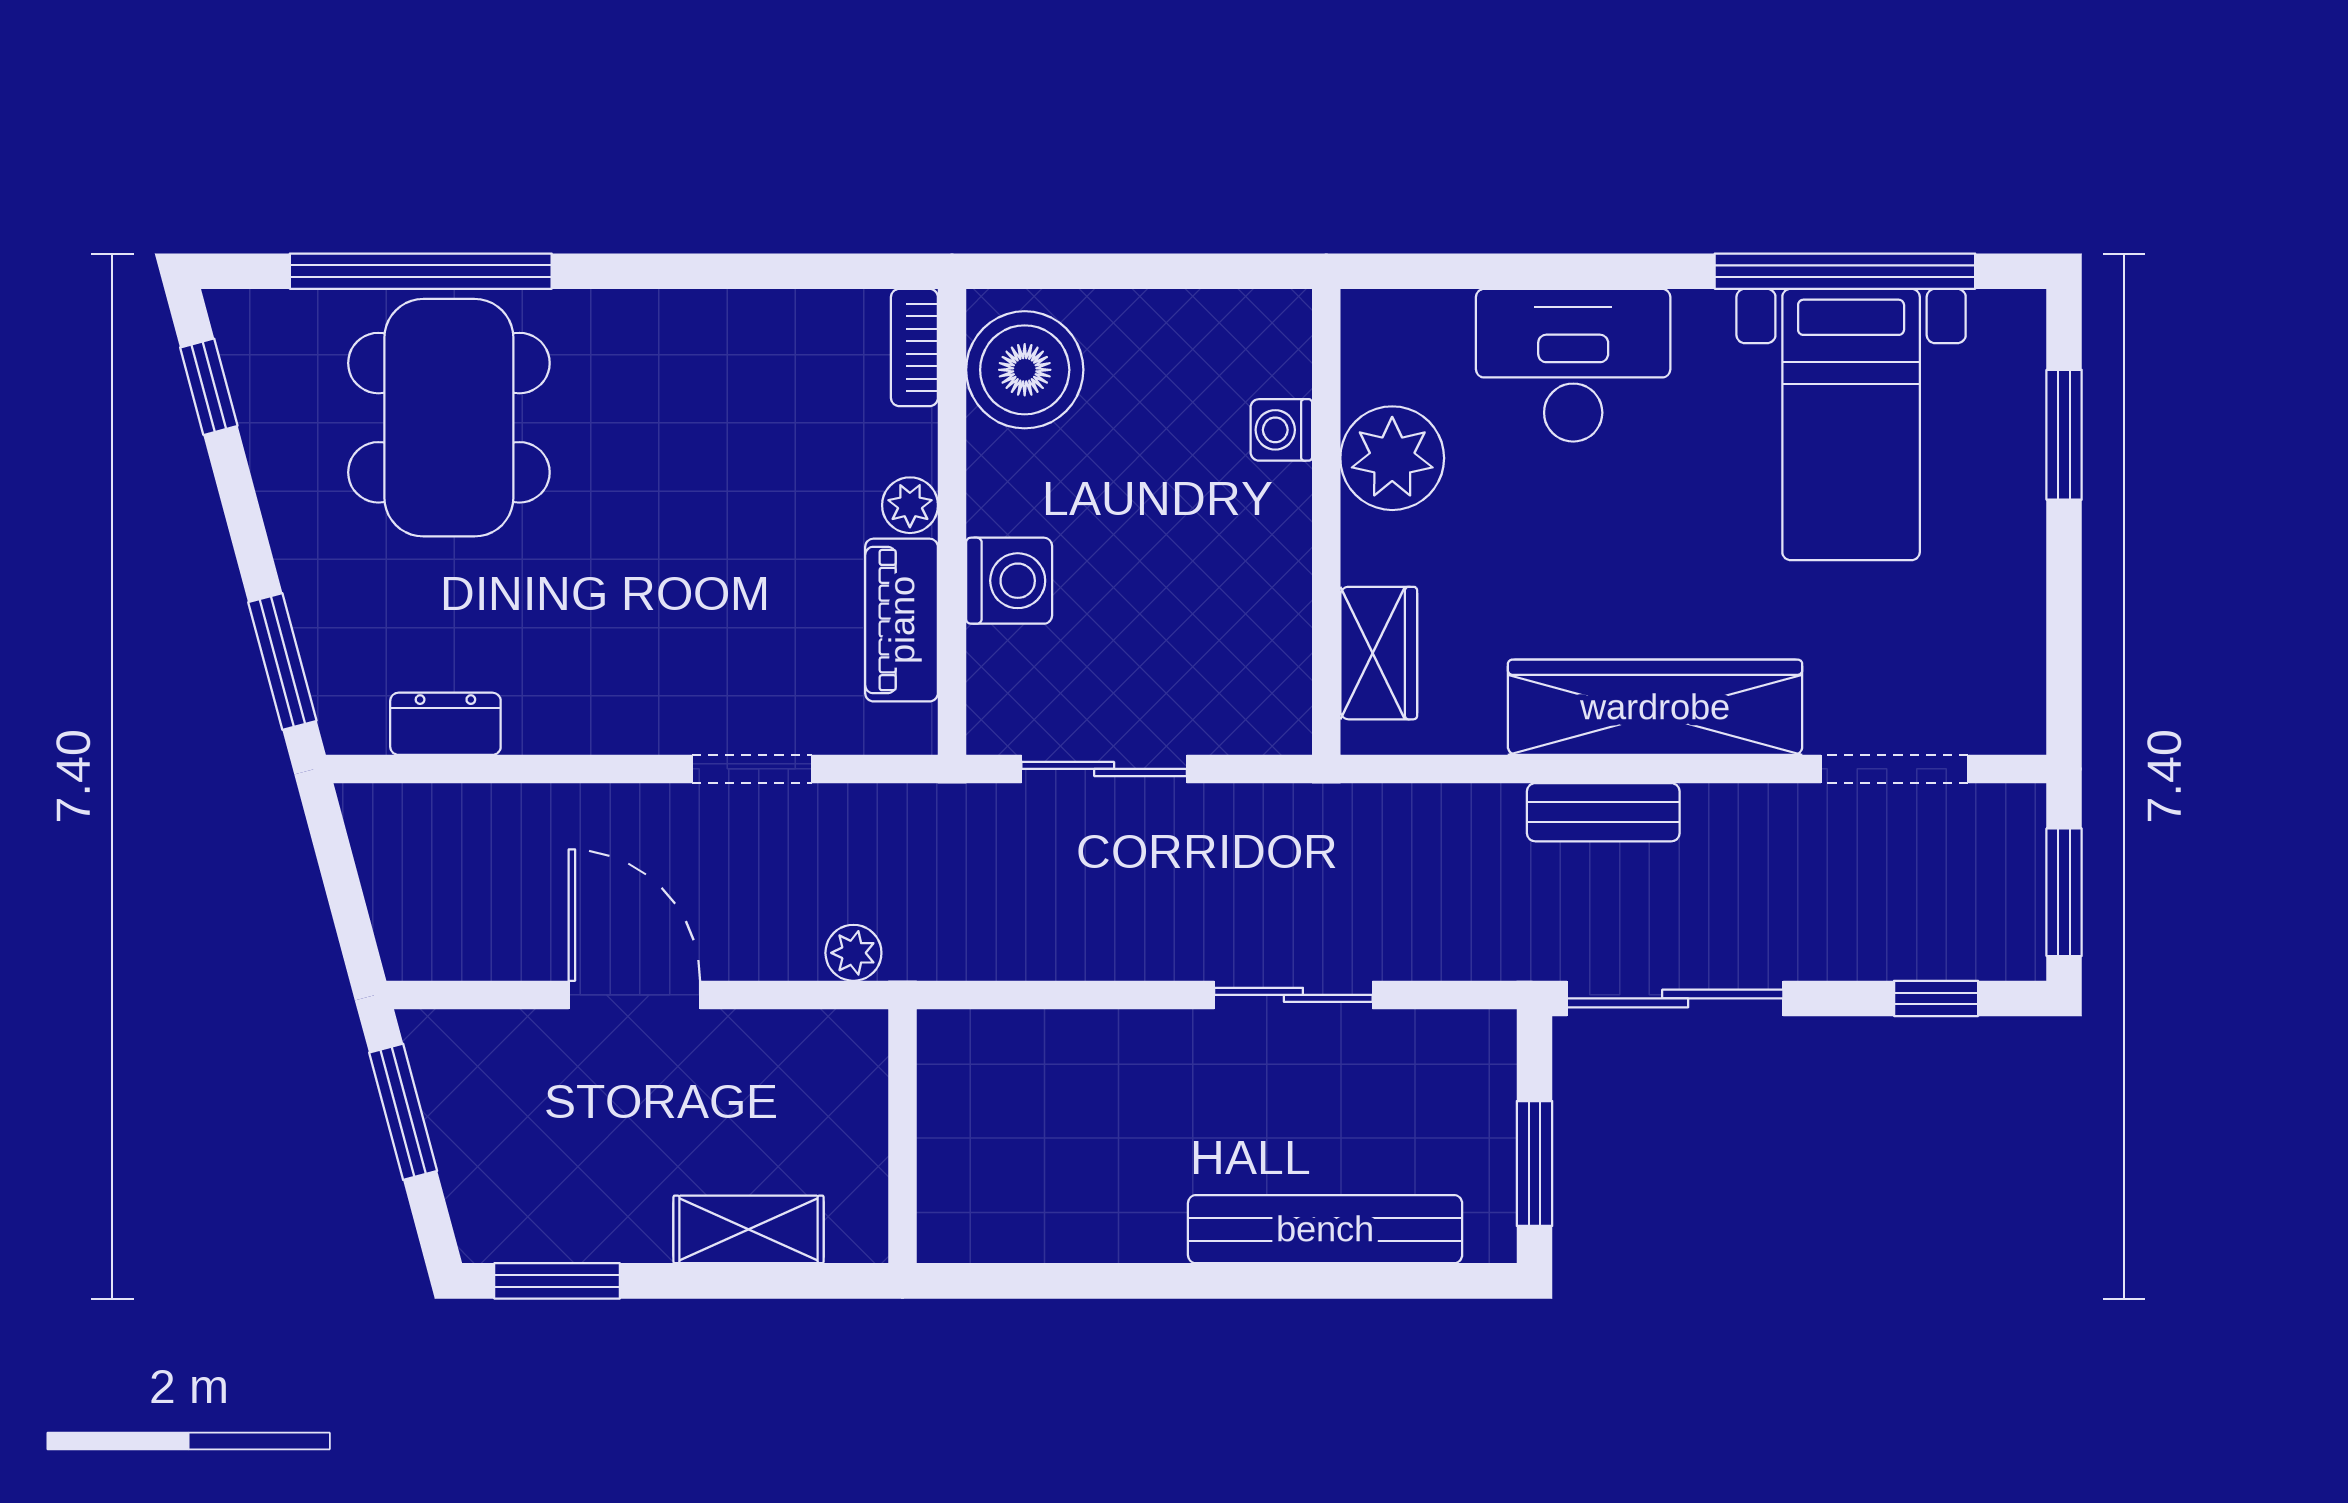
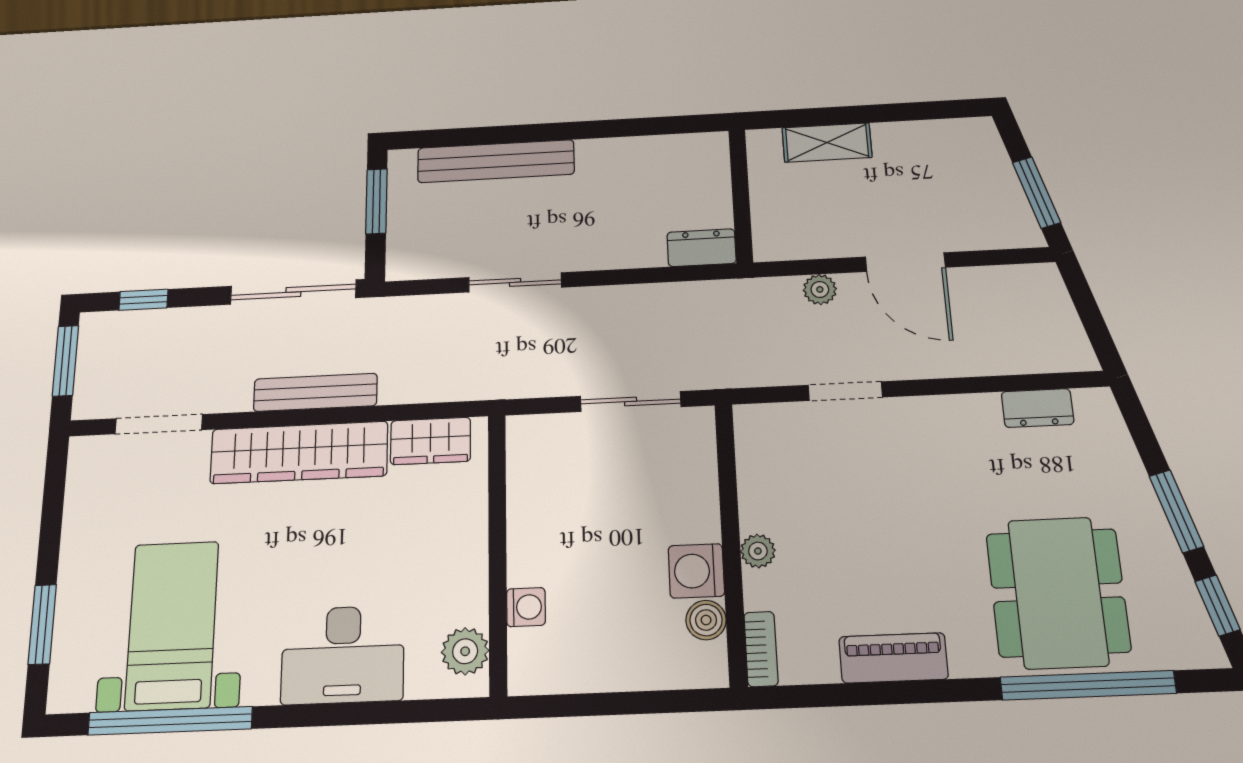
boiler: (1025, 370) -> (706, 620), width x0.54, depth x0.54
plant: (1392, 458) -> (465, 651), moved, width x0.73, depth x0.73
washing machine: (1009, 581) -> (696, 571), moved
piano: (902, 620) -> (893, 658), moved, turned -90
wardrobe: (1379, 653) -> (431, 441), moved, turned -90
window: (282, 662) -> (1176, 511), moved
bench: (1603, 812) -> (315, 392), width x1.36
plant: (853, 953) -> (820, 289), moved
dresser: (974, 1041) -> (702, 248), added
window: (557, 1281) -> (936, 110), removed

